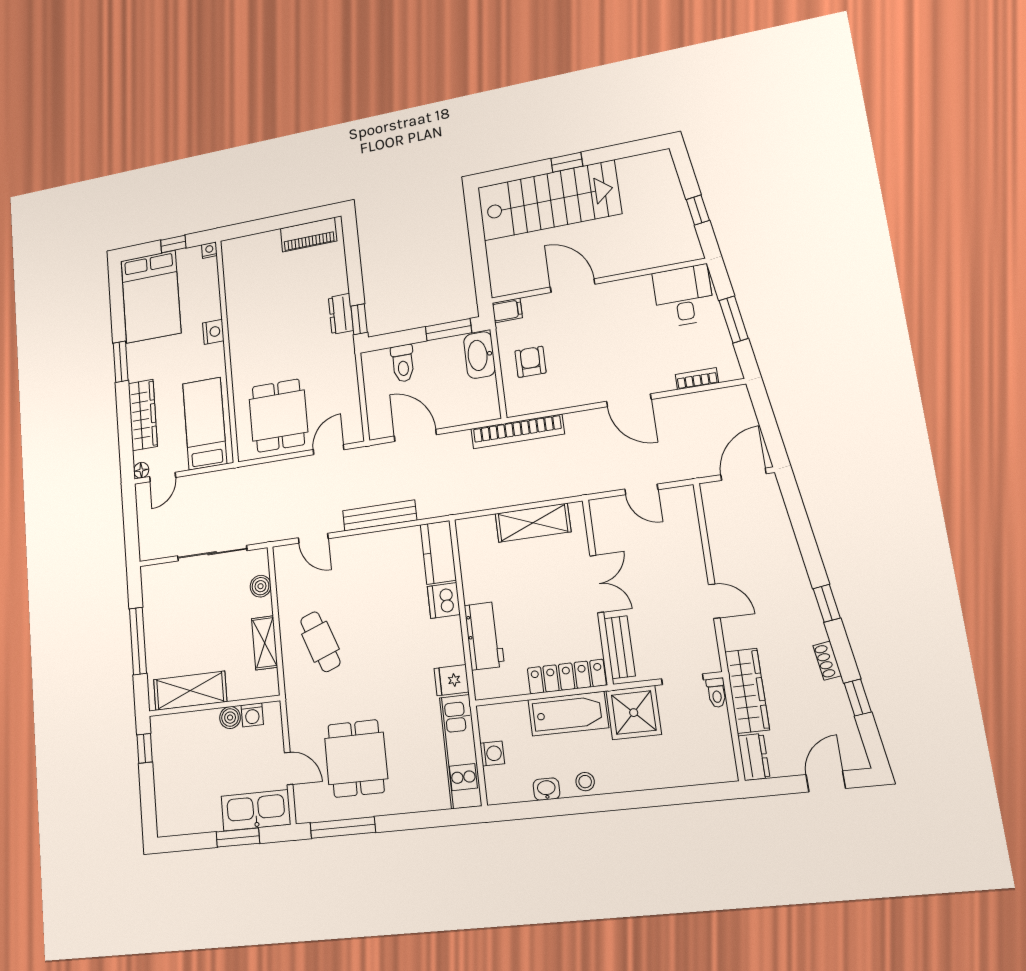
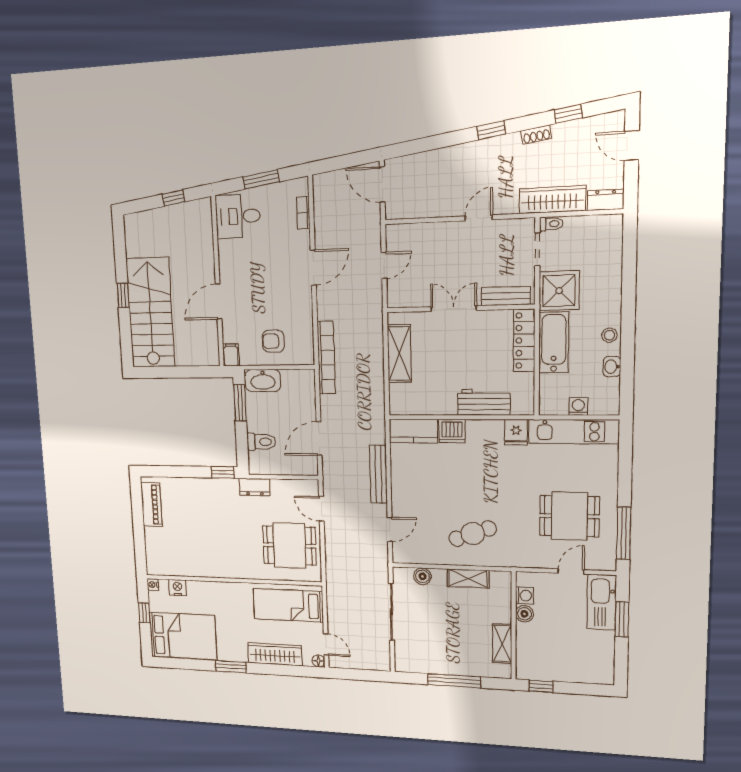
dresser: (341, 314) -> (255, 487), moved
nightstand: (213, 332) -> (178, 588), moved
shelving: (190, 691) -> (502, 644), width x0.67, depth x0.75

